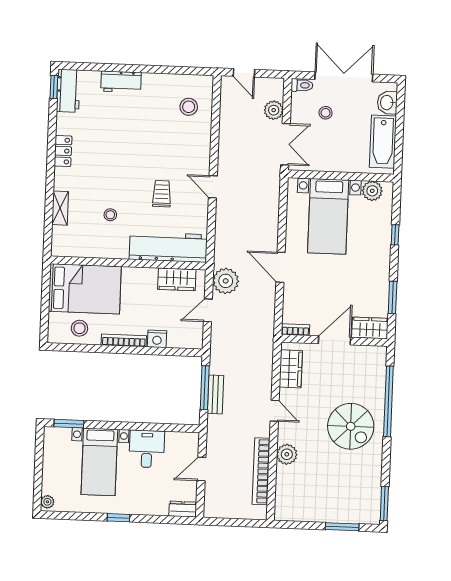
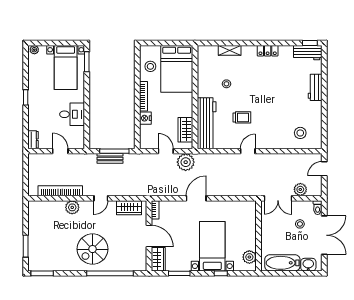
bed with nightstands: (328, 216) -> (212, 246), moved, turned 90
bed with nightstands: (99, 462) -> (66, 68), moved, turned -90

